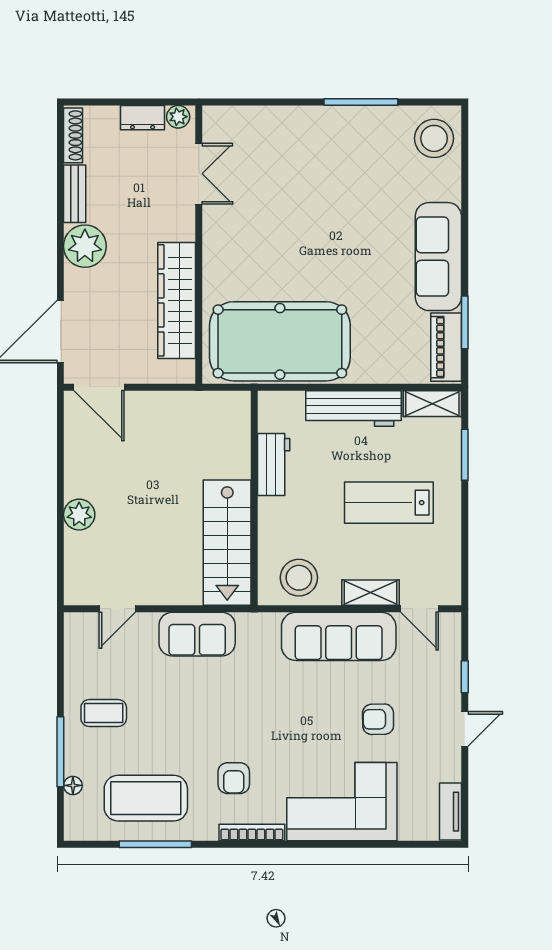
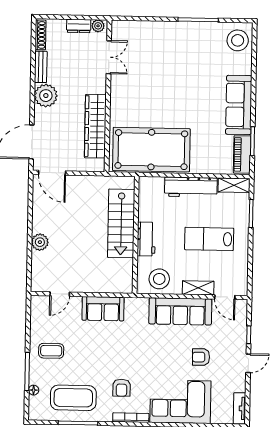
workbench: (274, 465) -> (146, 239), moved
stairs: (227, 543) -> (121, 223), moved

